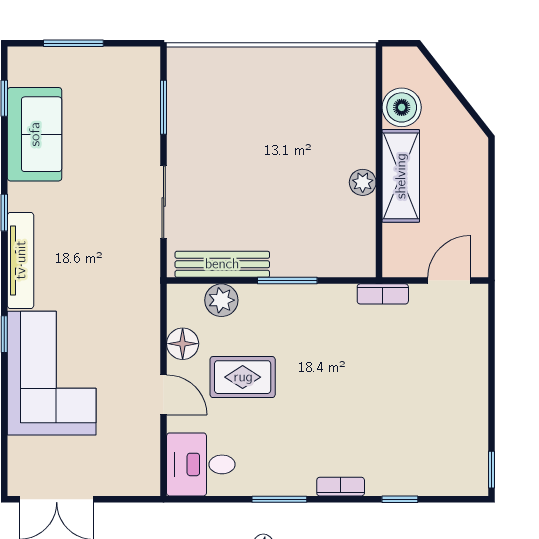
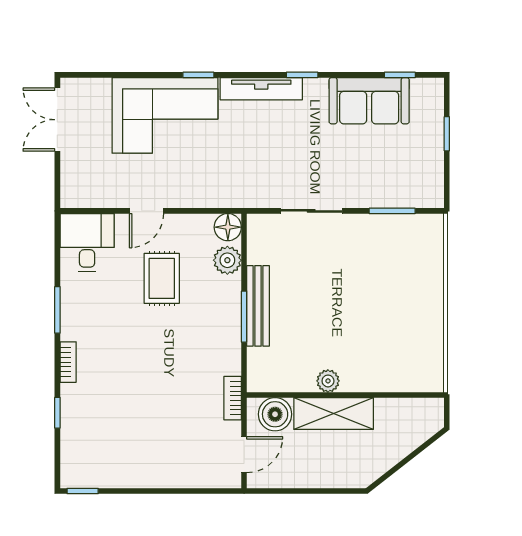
window: (73, 43) -> (447, 134), width x0.67
boiler: (402, 107) -> (275, 414), moved
bench: (222, 264) -> (258, 306), moved
door: (449, 281) -> (244, 455), hinge flipped
floor lamp: (183, 344) -> (228, 227), moved

